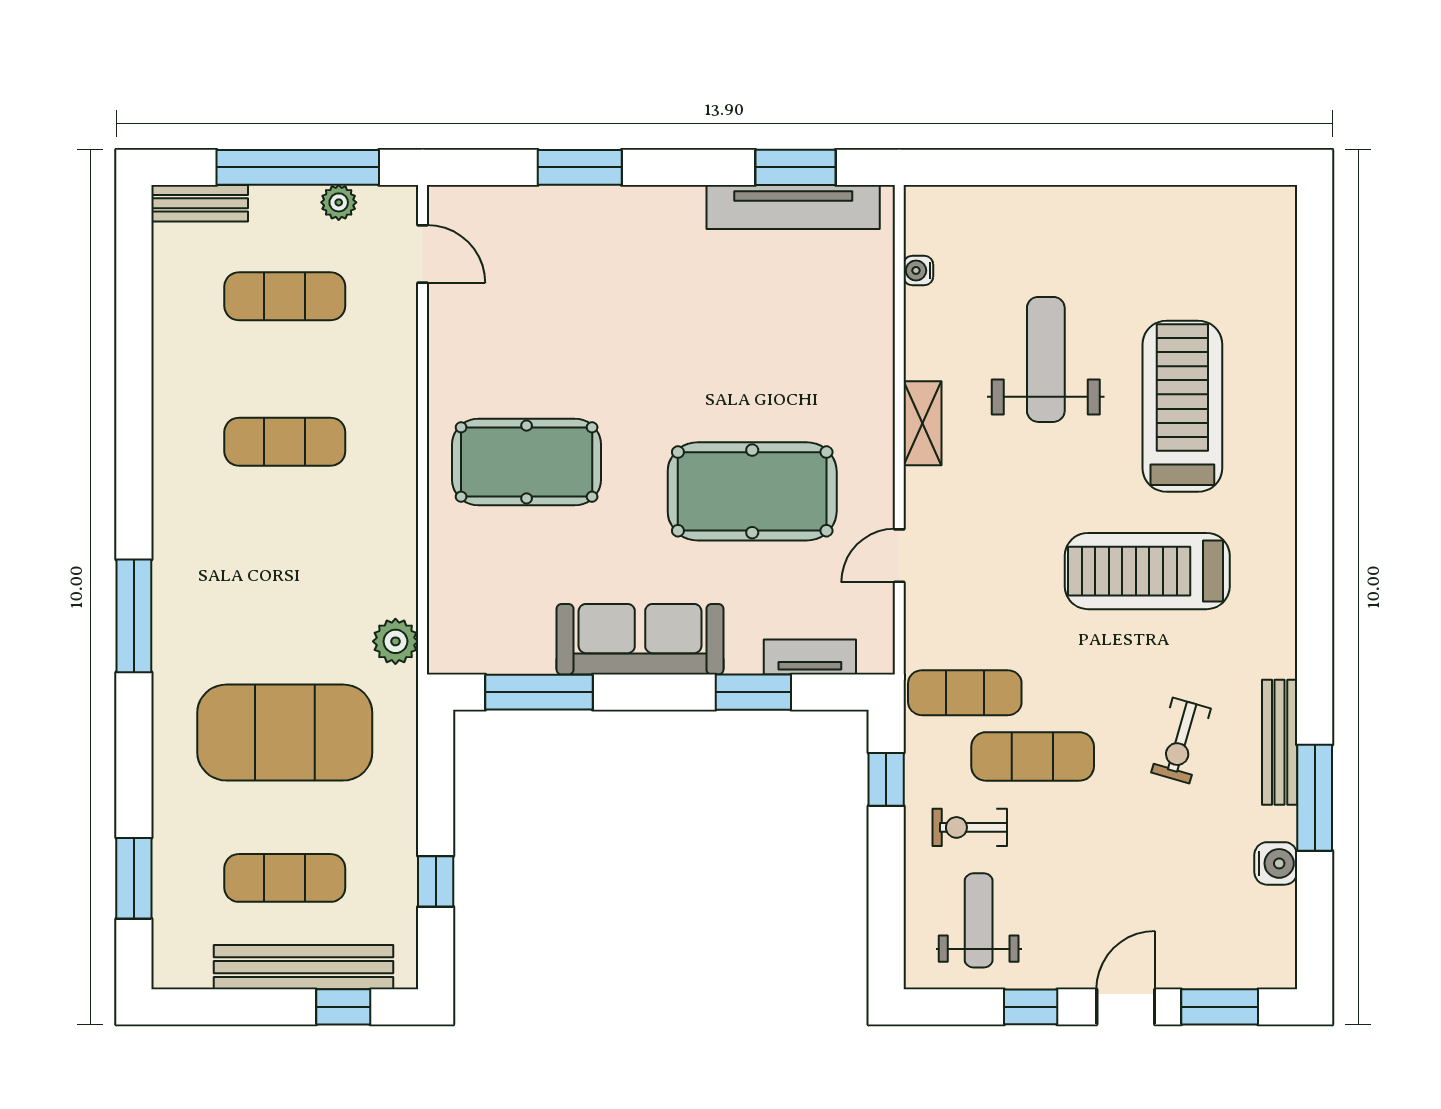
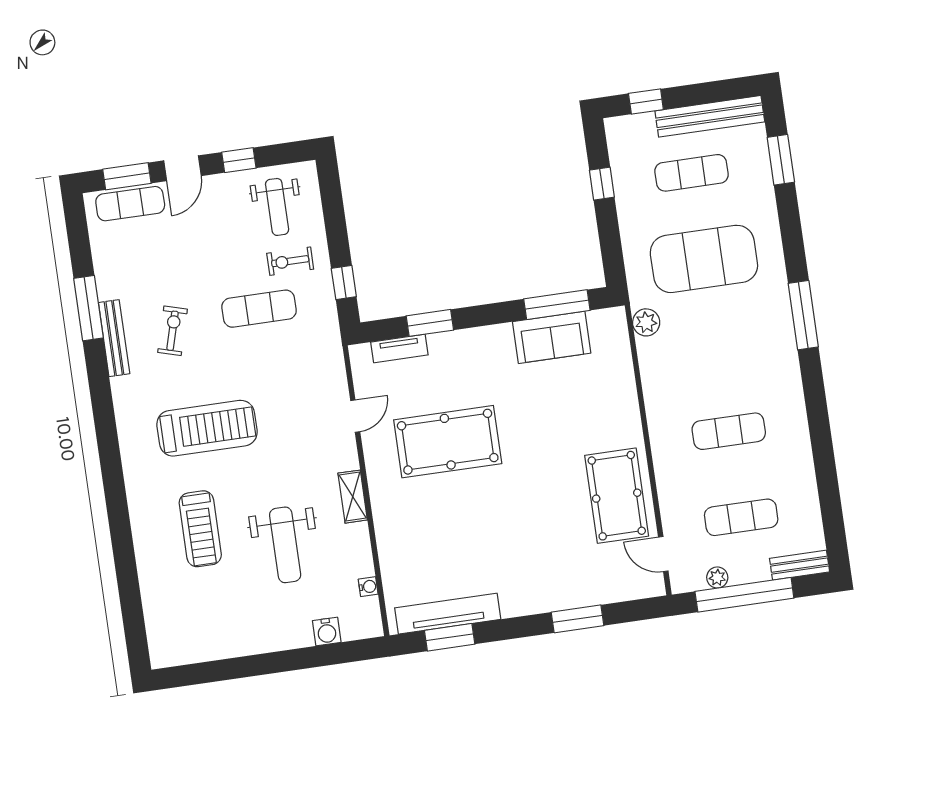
treadmill: (1182, 406) -> (200, 529), width x0.73, depth x0.73
pool table: (527, 462) -> (617, 496), moved, turned 90
sofa: (640, 639) -> (552, 337), moved, width x0.73
exercise mat: (965, 693) -> (130, 204), moved
exercise bike: (970, 827) -> (290, 261), turned 180
water cooler: (1276, 863) -> (327, 631), moved, turned -90
bench: (304, 967) -> (710, 116), moved

